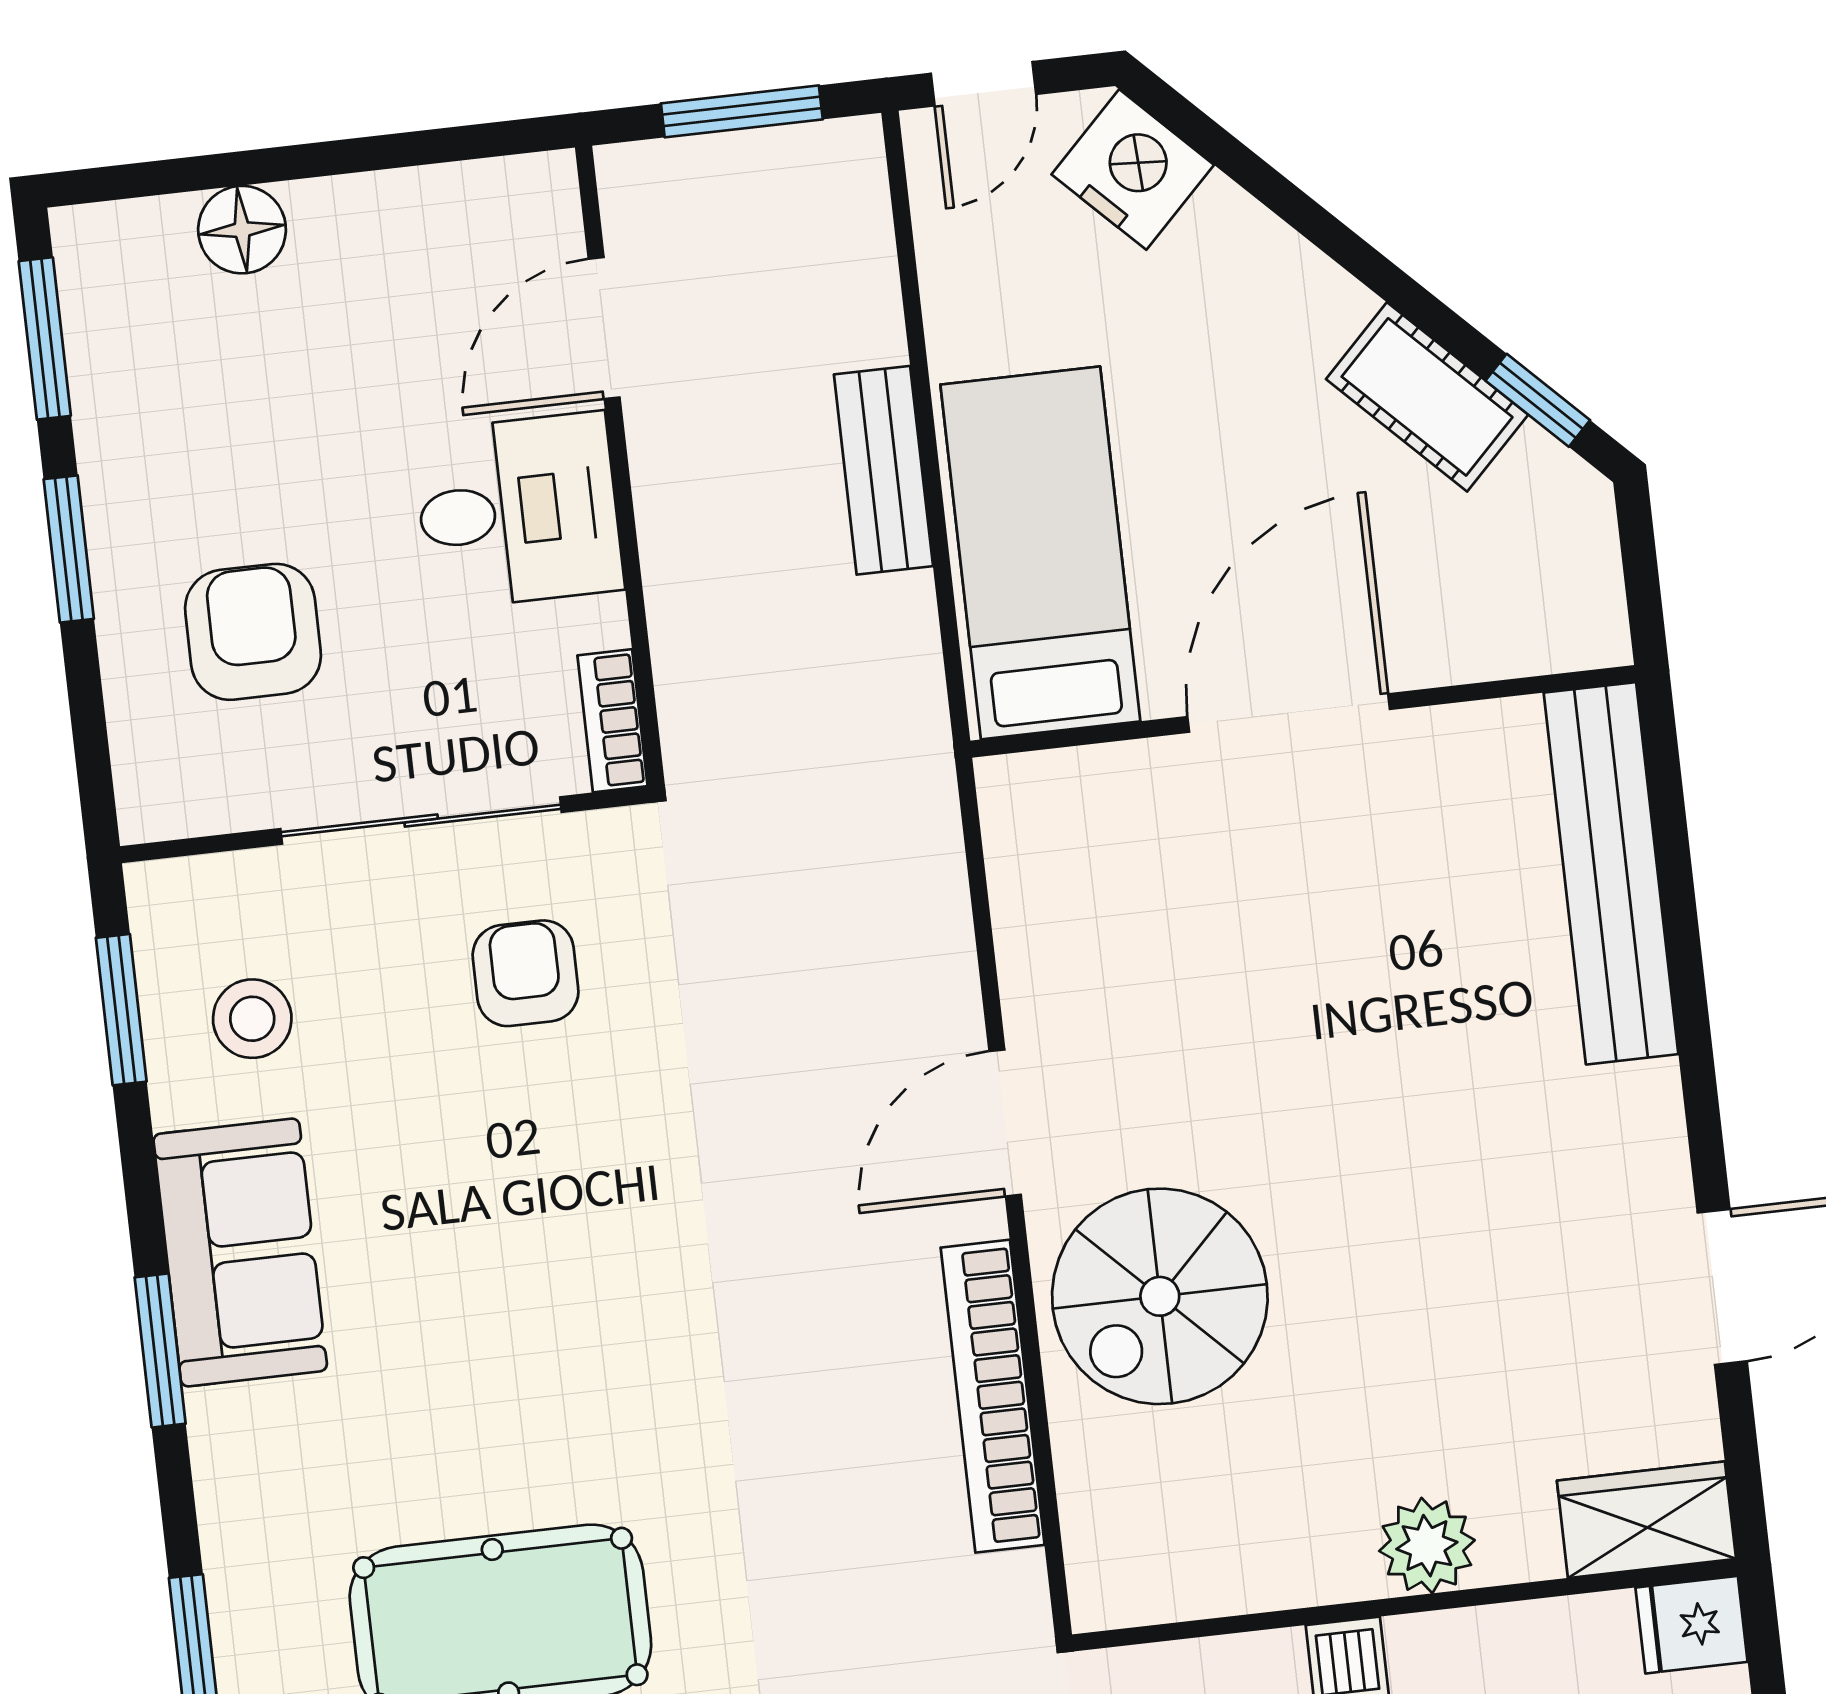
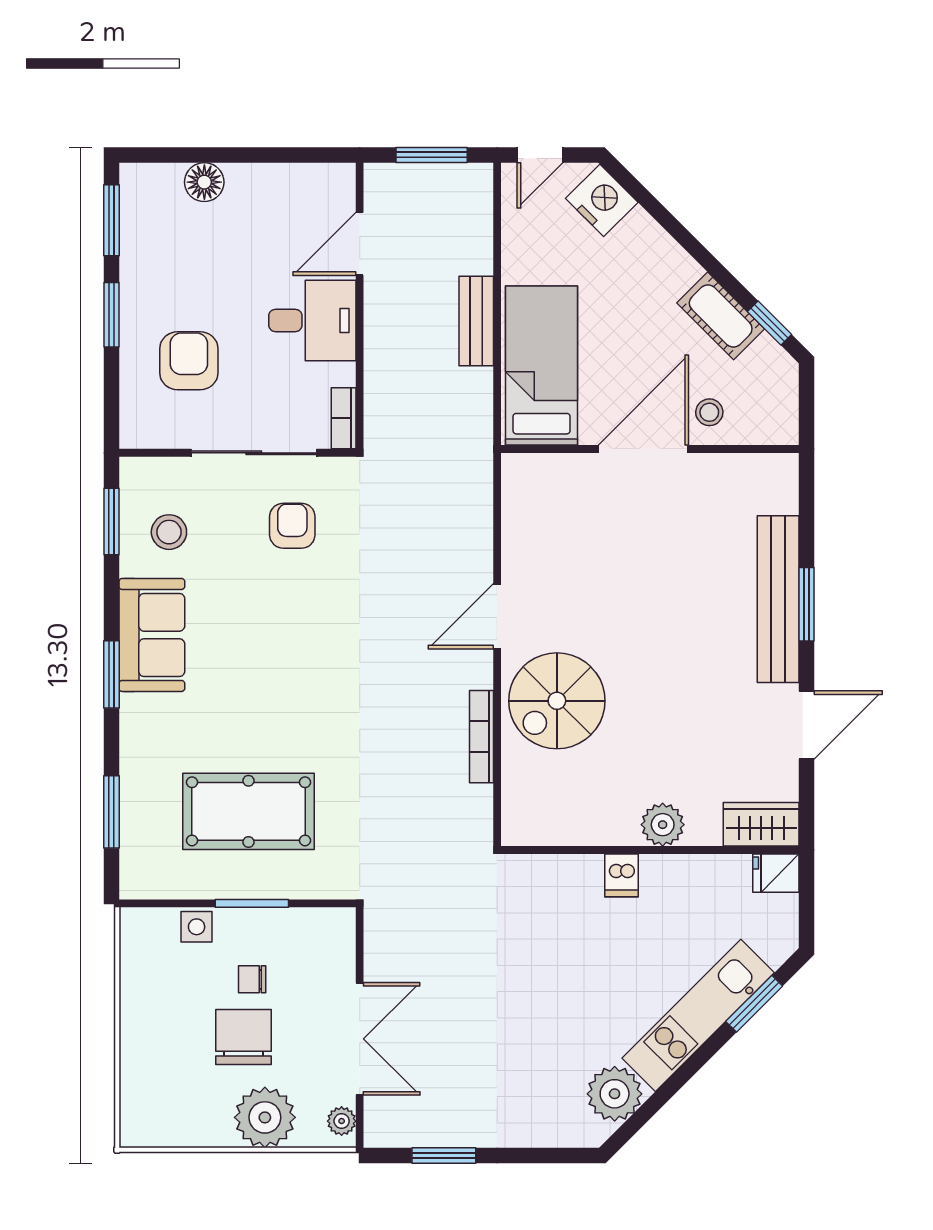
stool: (1426, 615) -> (709, 412), added
bench: (1611, 873) -> (778, 599), moved
window: (1692, 1018) -> (806, 604), added
bookcase: (993, 1396) -> (481, 737), width x0.68, depth x0.76

